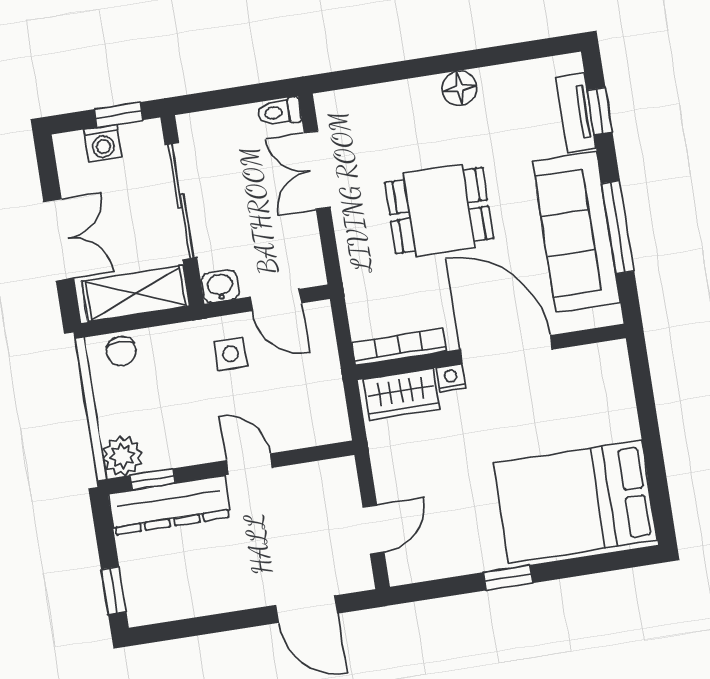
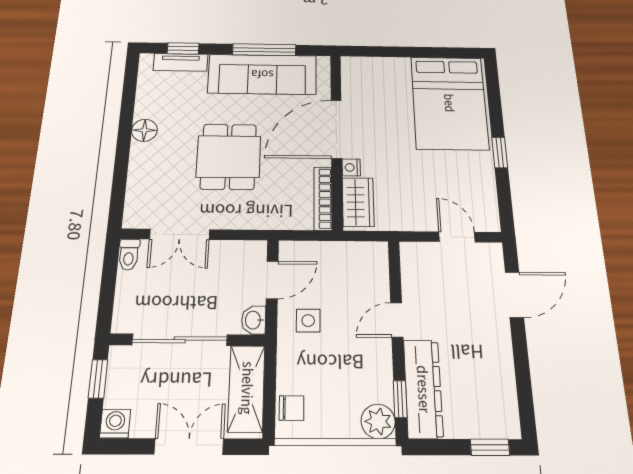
washing machine: (103, 143) -> (115, 424), moved, turned -90

